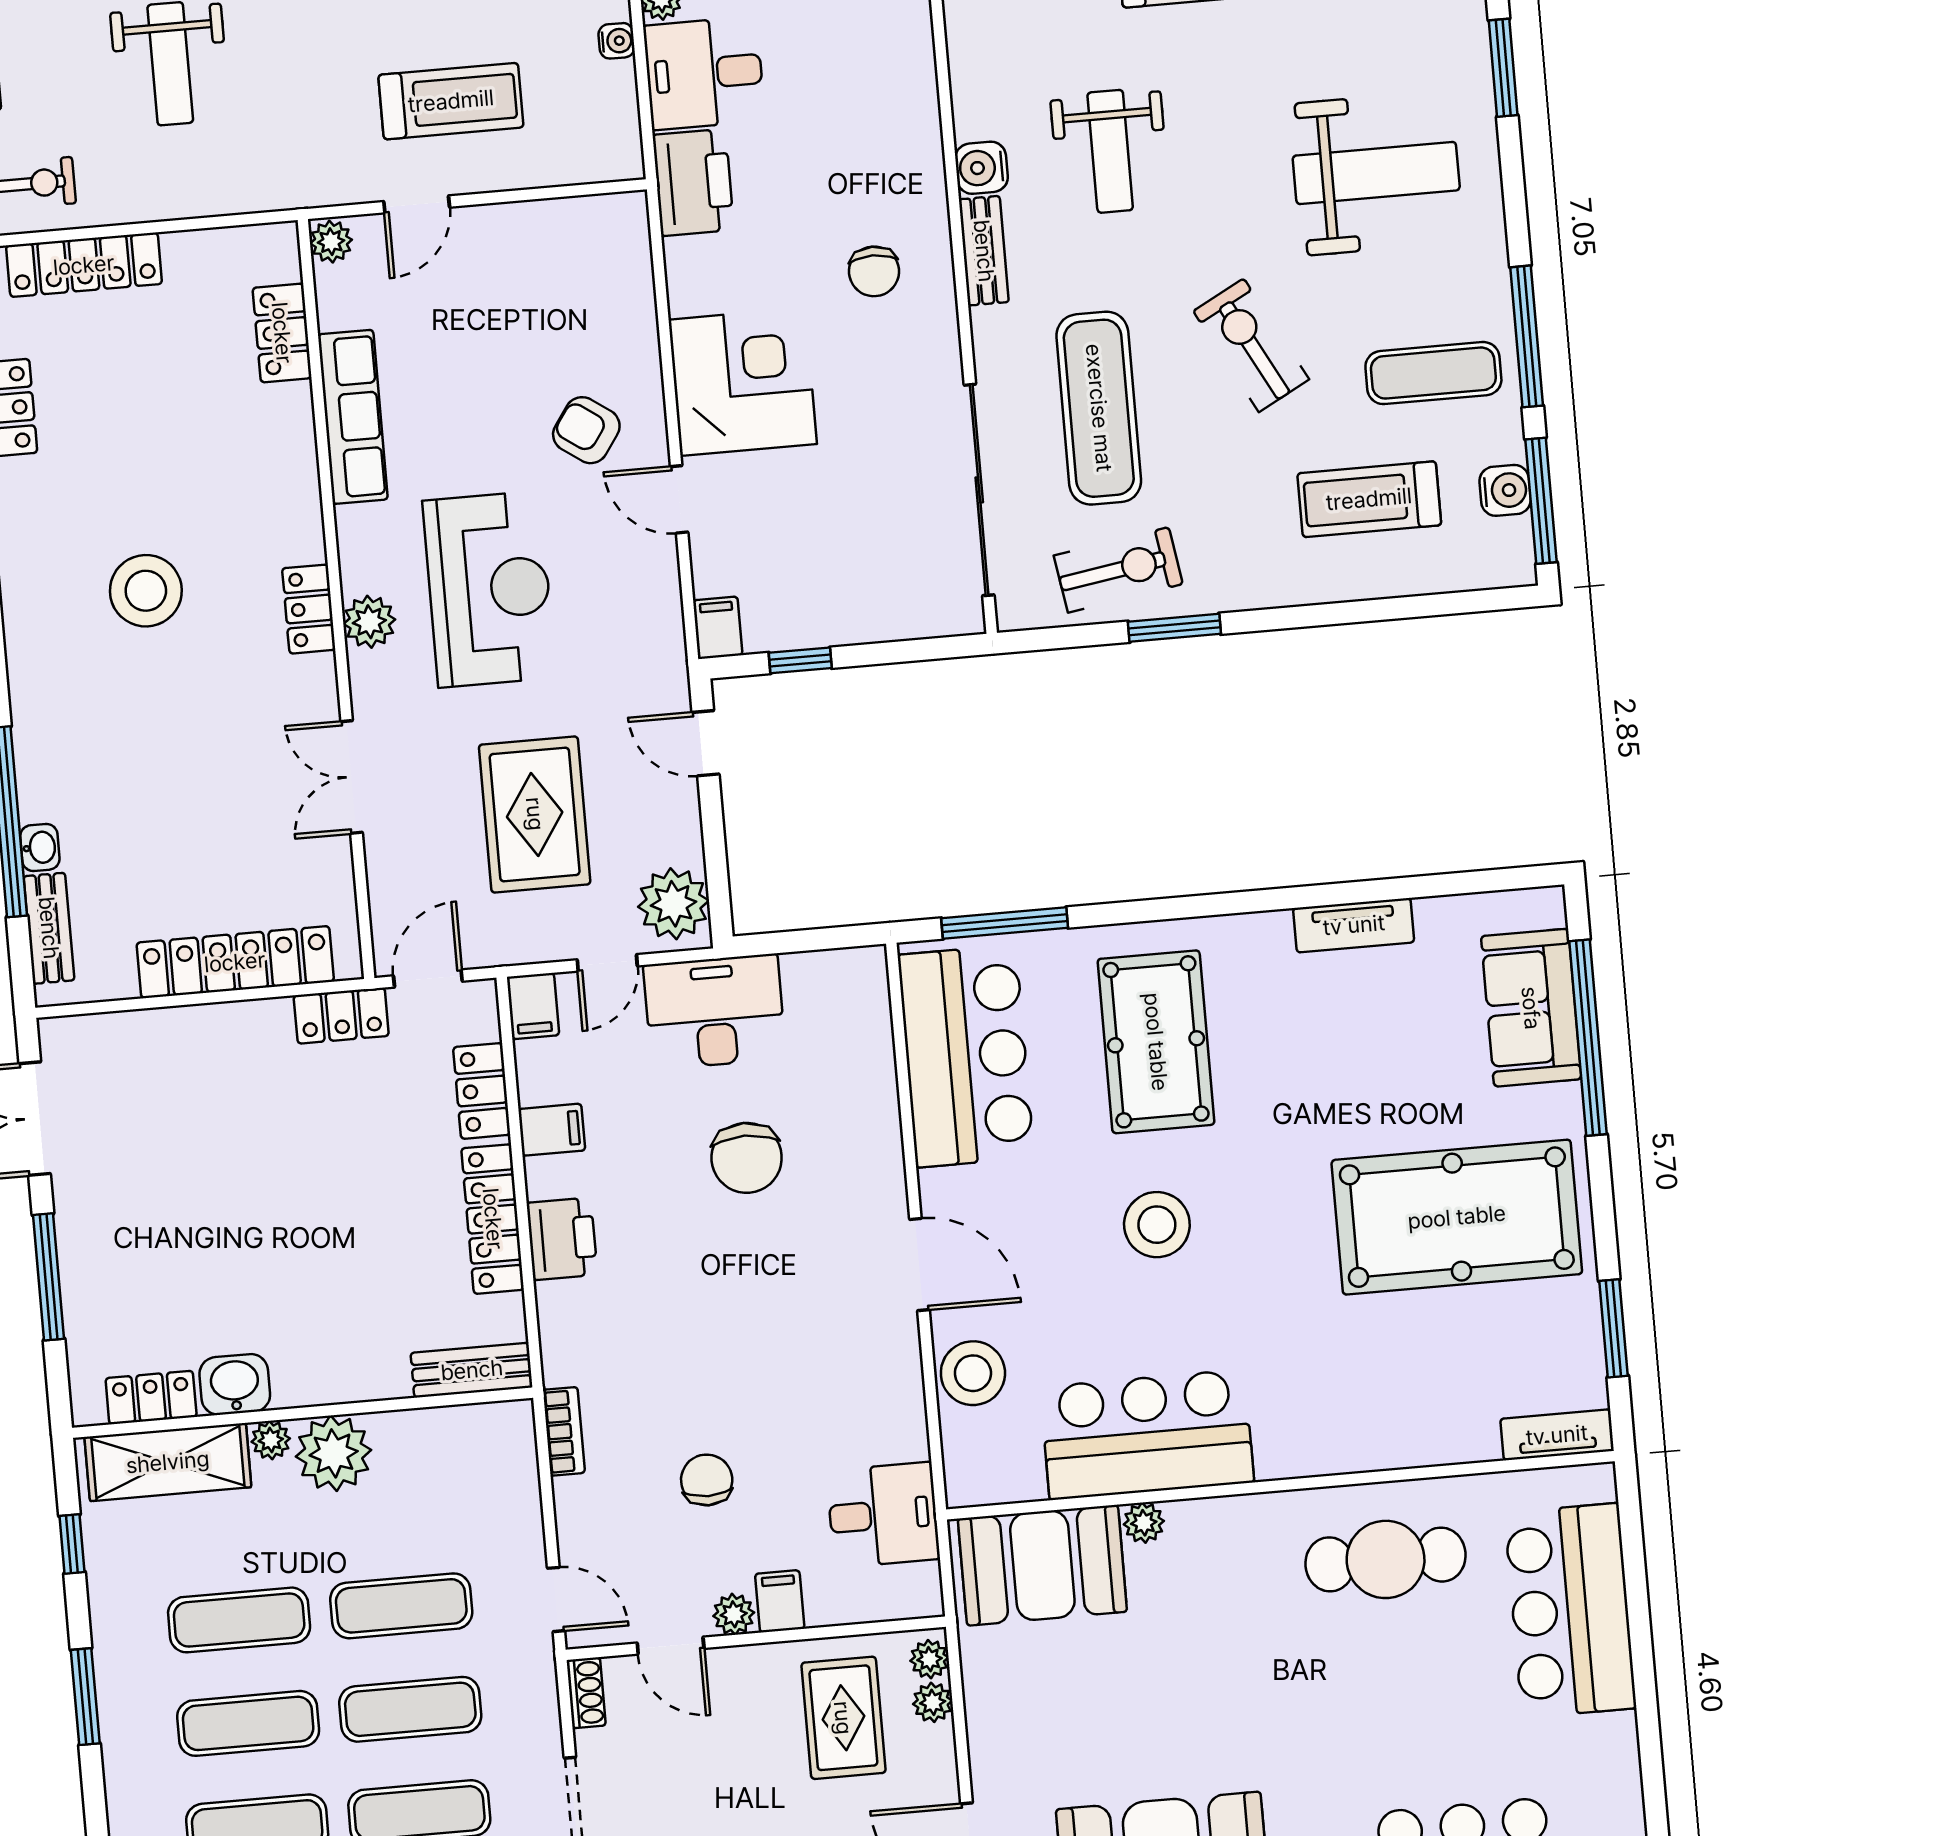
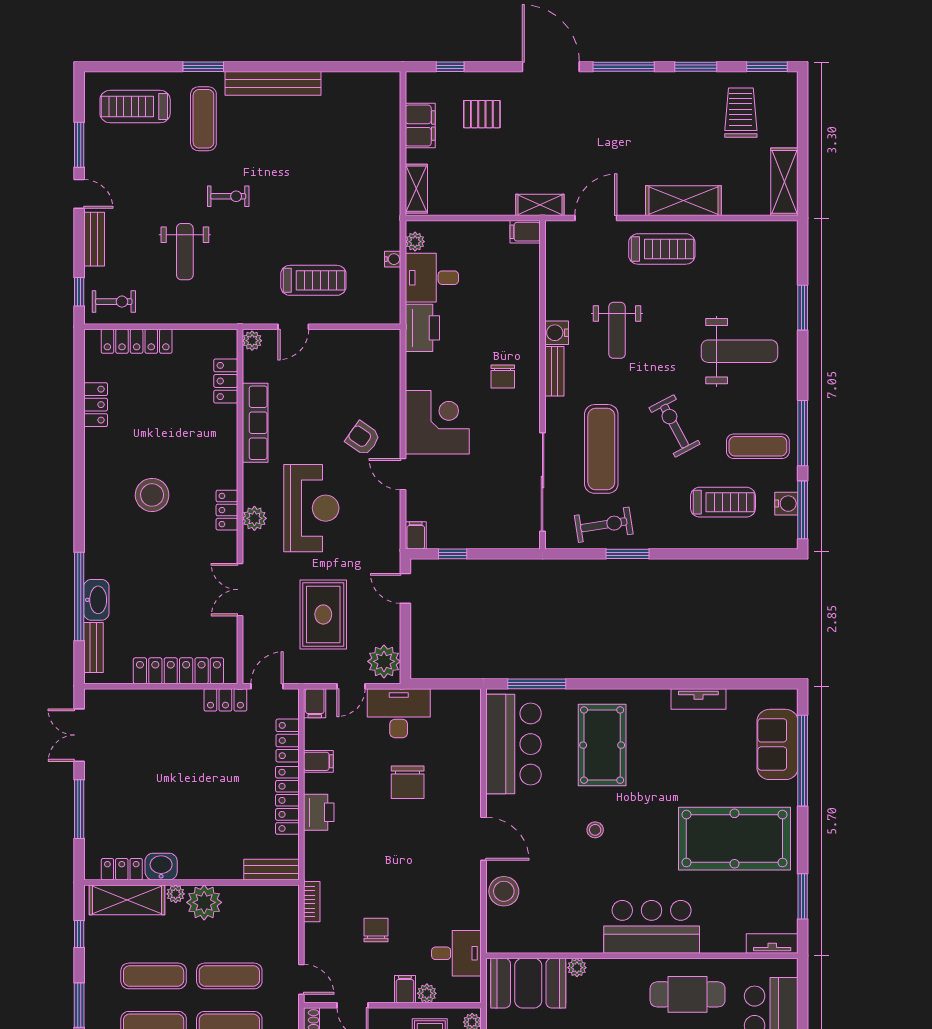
treadmill: (1369, 499) -> (723, 502), turned 180
washbasin: (40, 847) -> (96, 600), width x1.91, depth x1.45
stool: (1157, 1225) -> (595, 830), width x0.53, depth x0.53
bar counter: (1147, 1435) -> (652, 927), moved
plant: (734, 1614) -> (427, 993), moved

